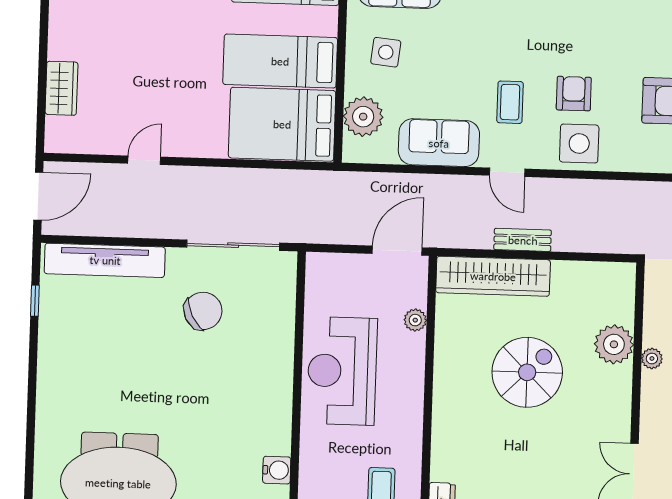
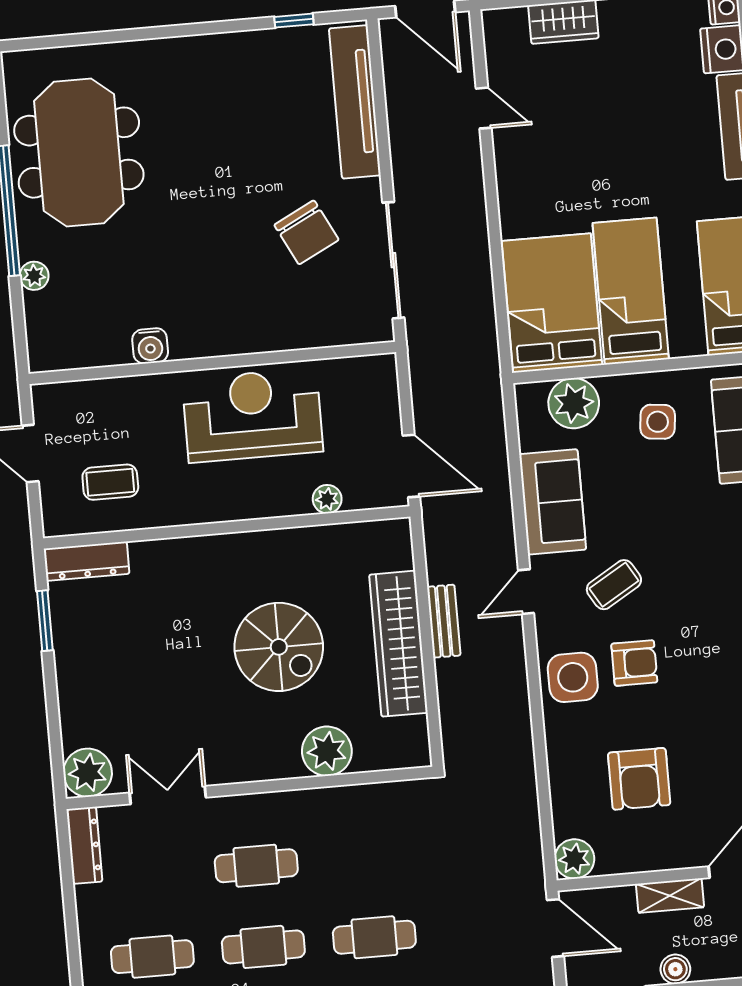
coffee table: (510, 102) -> (614, 585), turned -31
door: (144, 160) -> (484, 108), moved
wardrobe: (493, 276) -> (398, 644), moved
plant: (652, 359) -> (315, 801), removed
water cooler: (277, 470) -> (150, 346), moved

